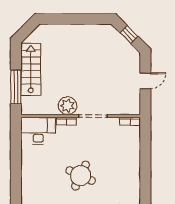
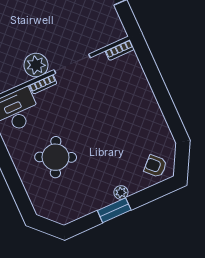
round table: (81, 176) -> (56, 157), moved

